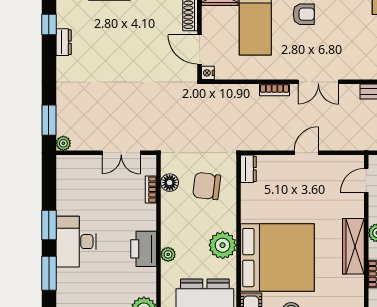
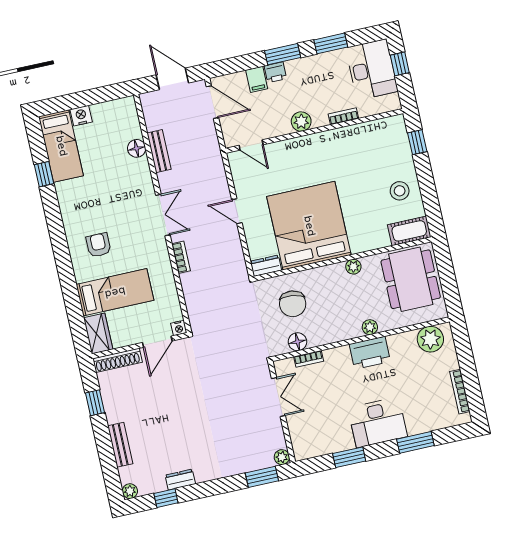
window: (49, 225) -> (349, 457), moved
plant: (223, 245) -> (353, 267), width x0.53, depth x0.53
wardrobe: (353, 246) -> (320, 143), removed
bed: (277, 258) -> (309, 226), moved

